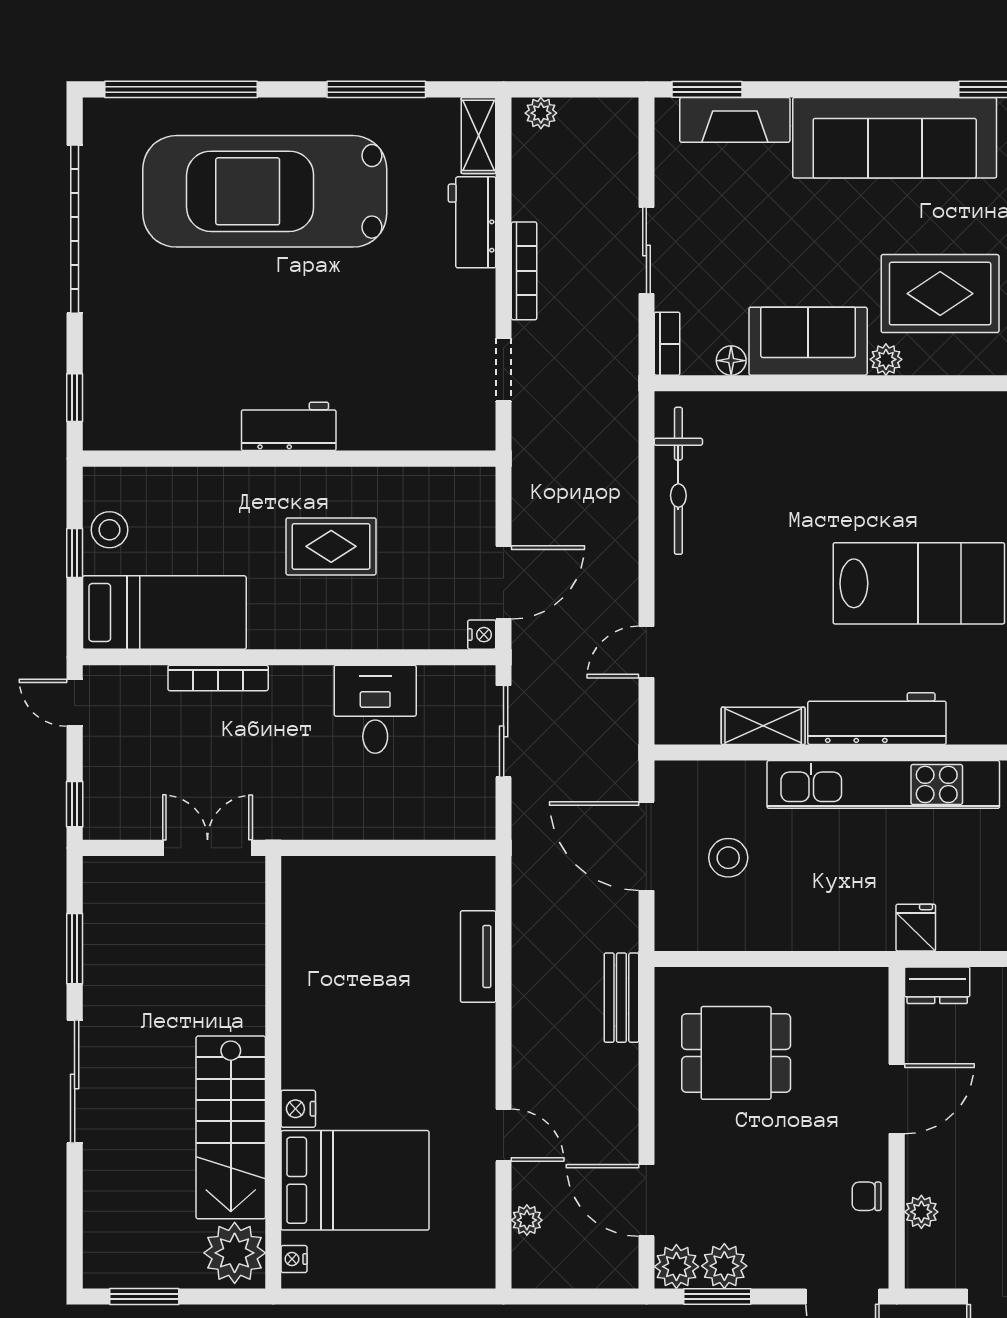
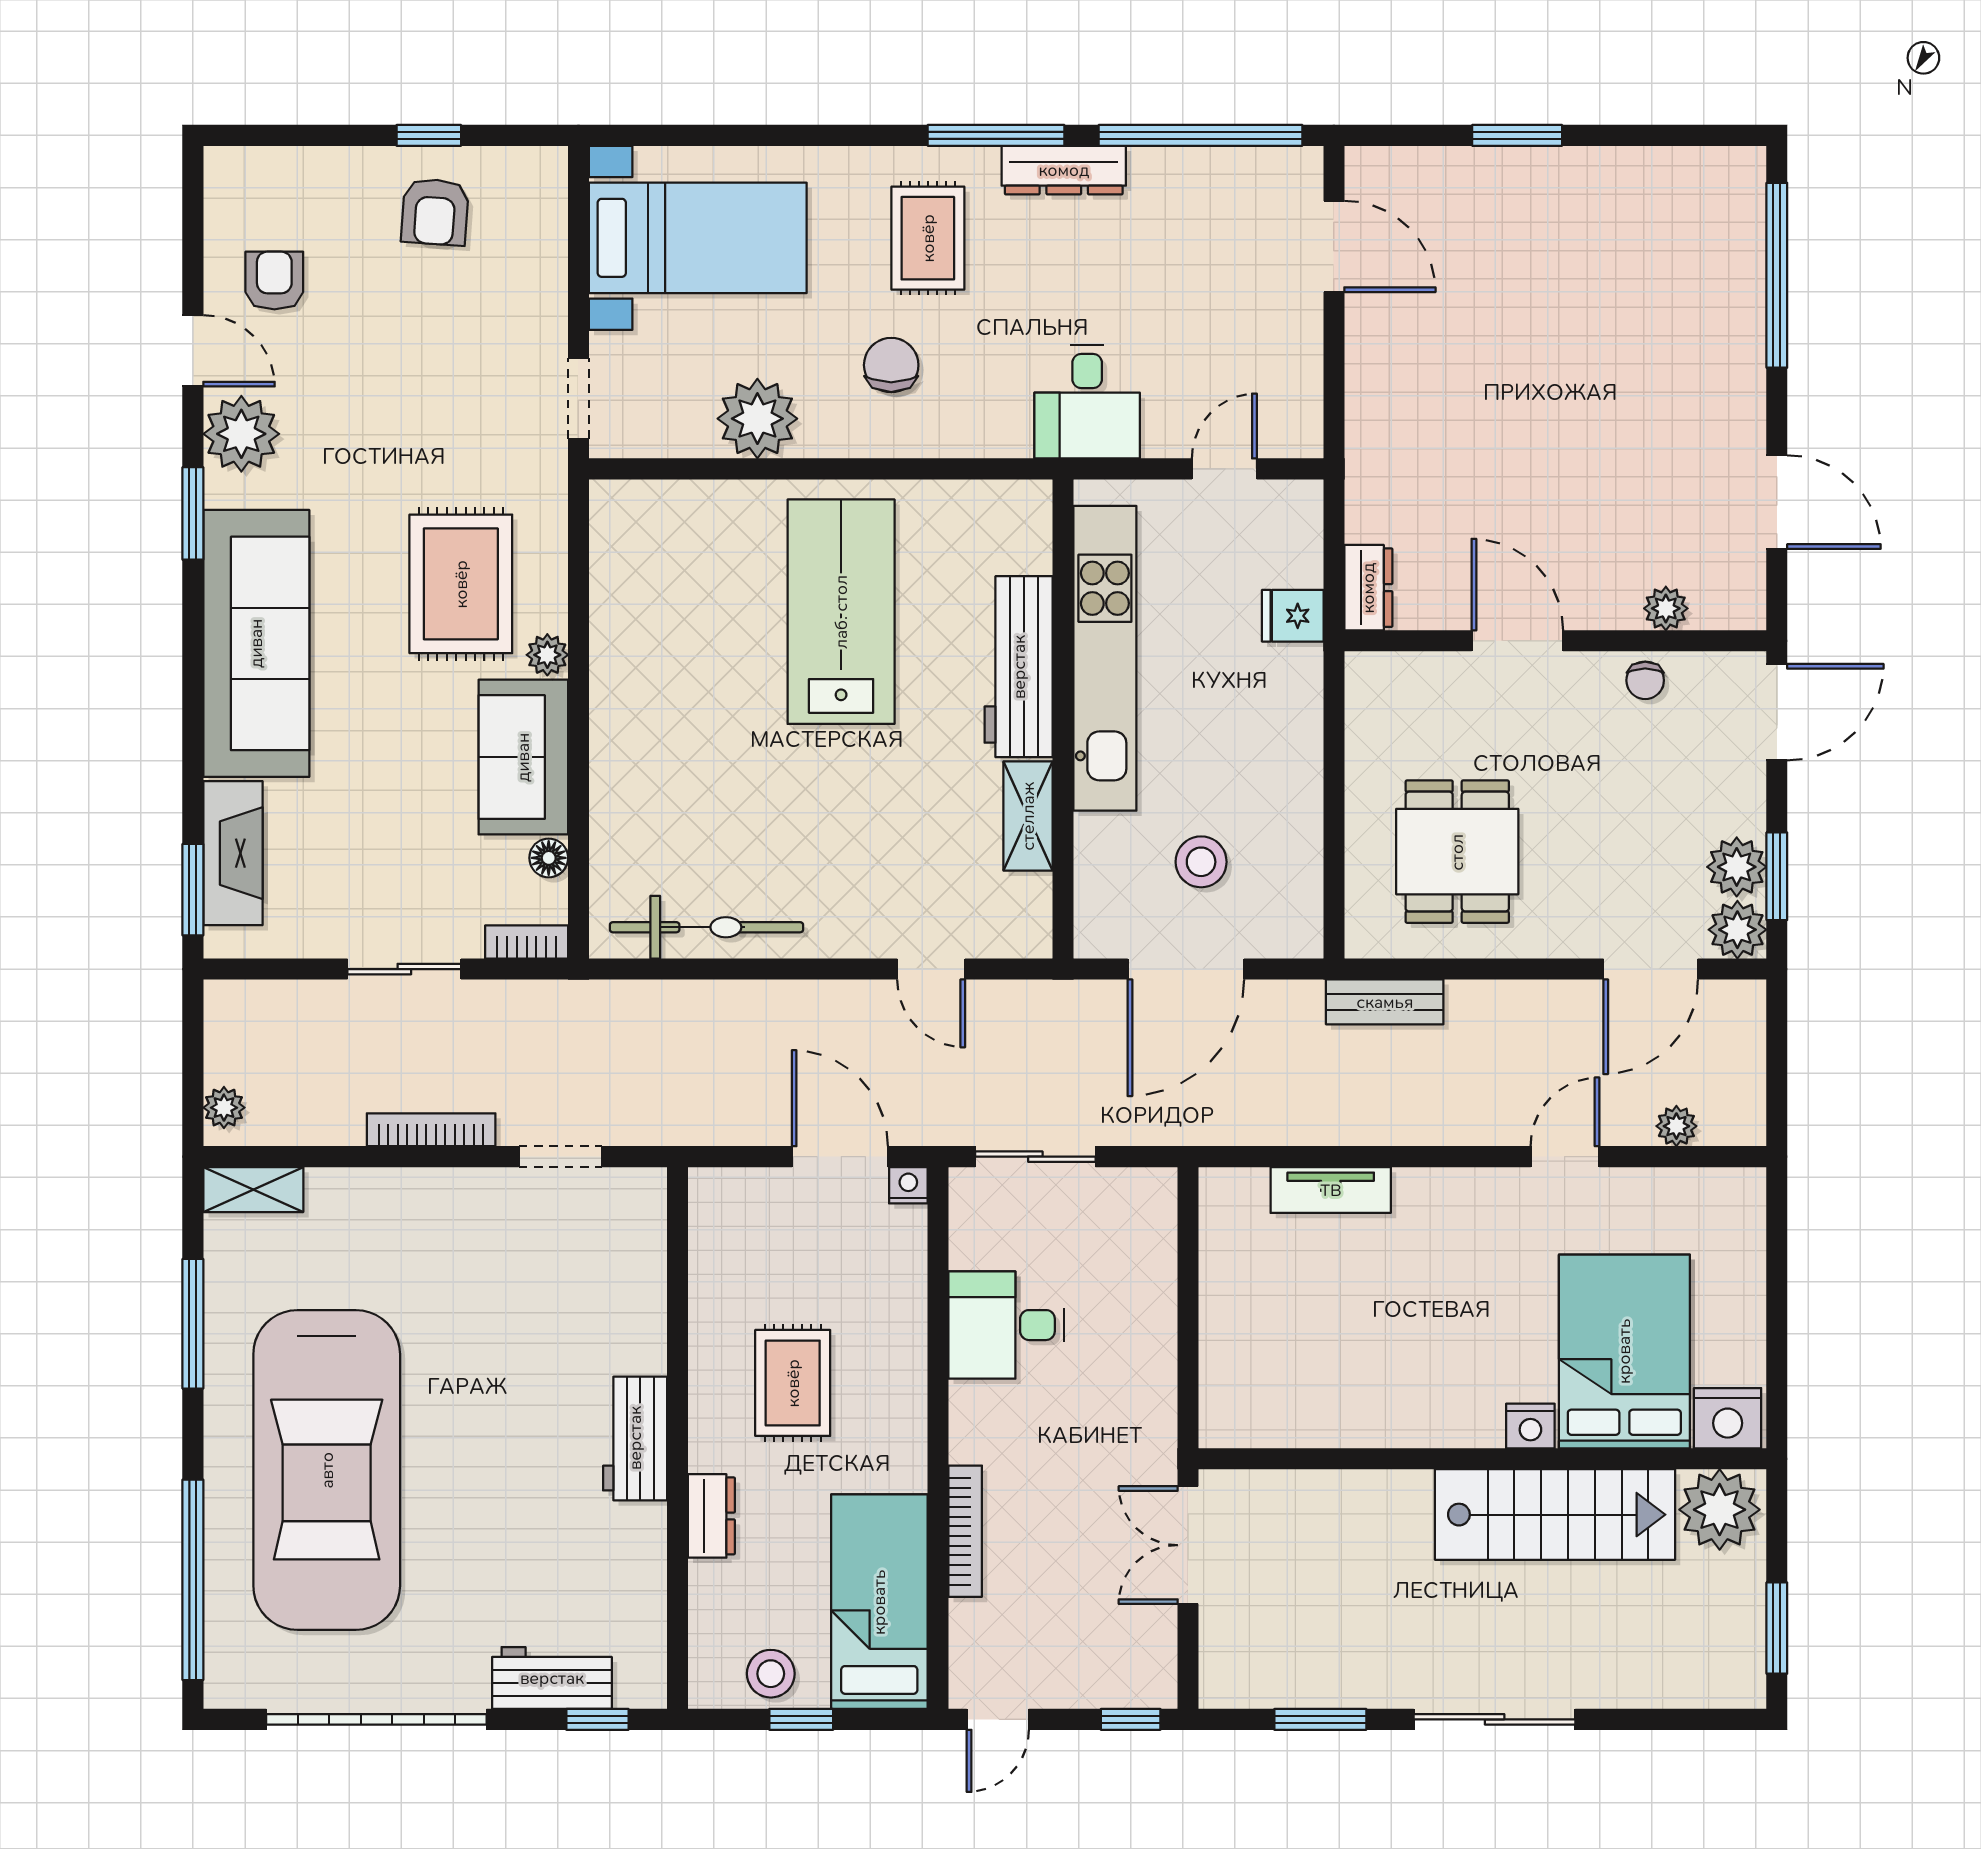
workbench: (472, 222) -> (552, 1678), moved, turned 180
dresser: (230, 485) -> (711, 1516), added
nightstand: (294, 1259) -> (1728, 1418), width x1.89, depth x1.79

